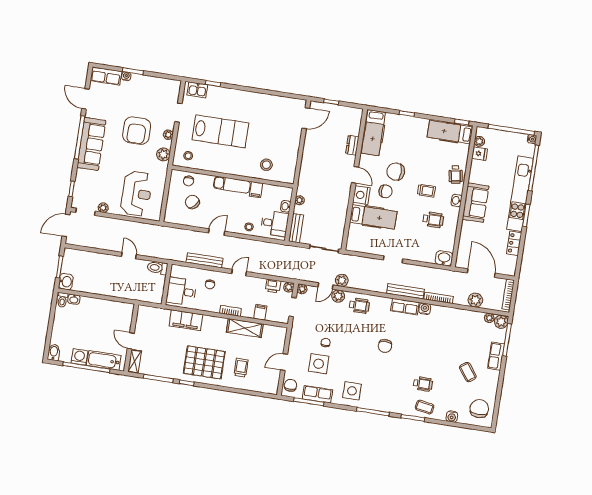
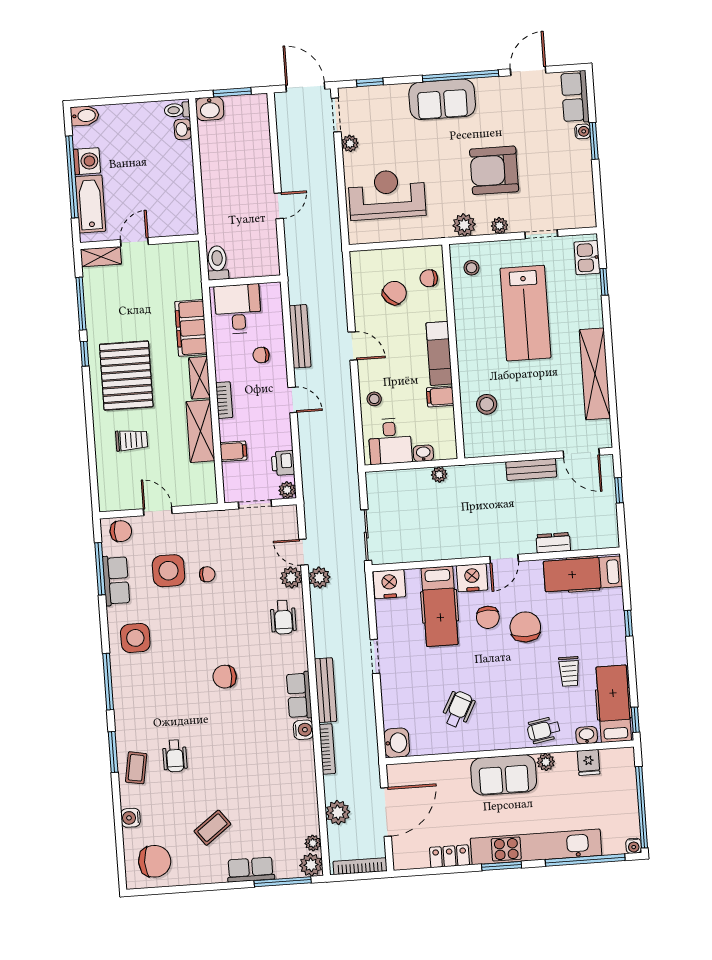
shelving: (263, 100) -> (595, 374), added
plant: (479, 141) -> (546, 762), moved
sofa: (91, 144) -> (442, 99), width x0.73
trolley: (426, 191) -> (569, 671), moved
reception desk: (136, 194) -> (387, 195), turned 180
washbasin: (456, 200) -> (587, 735), moved
wheelchair: (433, 220) -> (458, 709), turned -152
bench: (296, 228) -> (531, 469), moved
nightstand: (354, 242) -> (389, 584), added
toilet: (157, 268) -> (217, 263), moved
plant: (302, 289) -> (289, 513), removed
shelving: (215, 322) -> (199, 378), added

